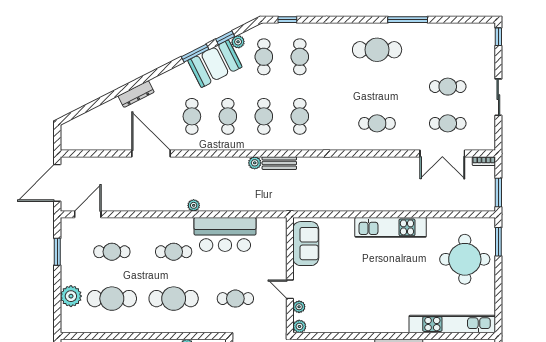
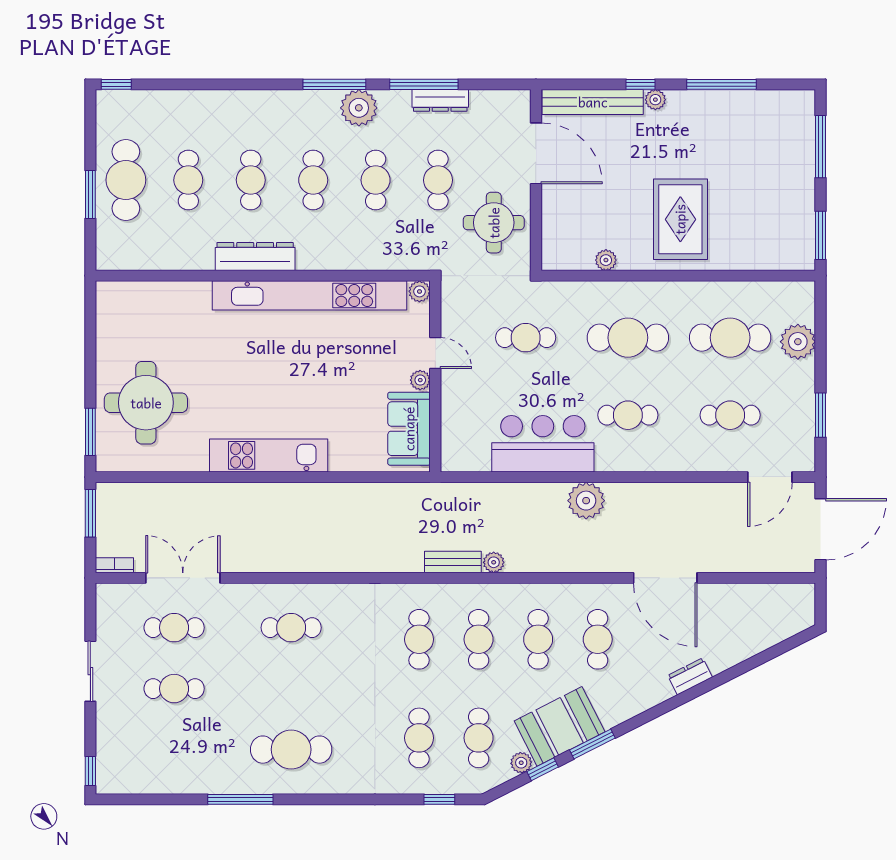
dresser: (136, 94) -> (690, 676), width x0.70
plant: (194, 205) -> (586, 501), width x1.88, depth x1.88
plant: (299, 307) -> (420, 380), moved
kitchen unit: (452, 324) -> (309, 295), moved, width x1.36

